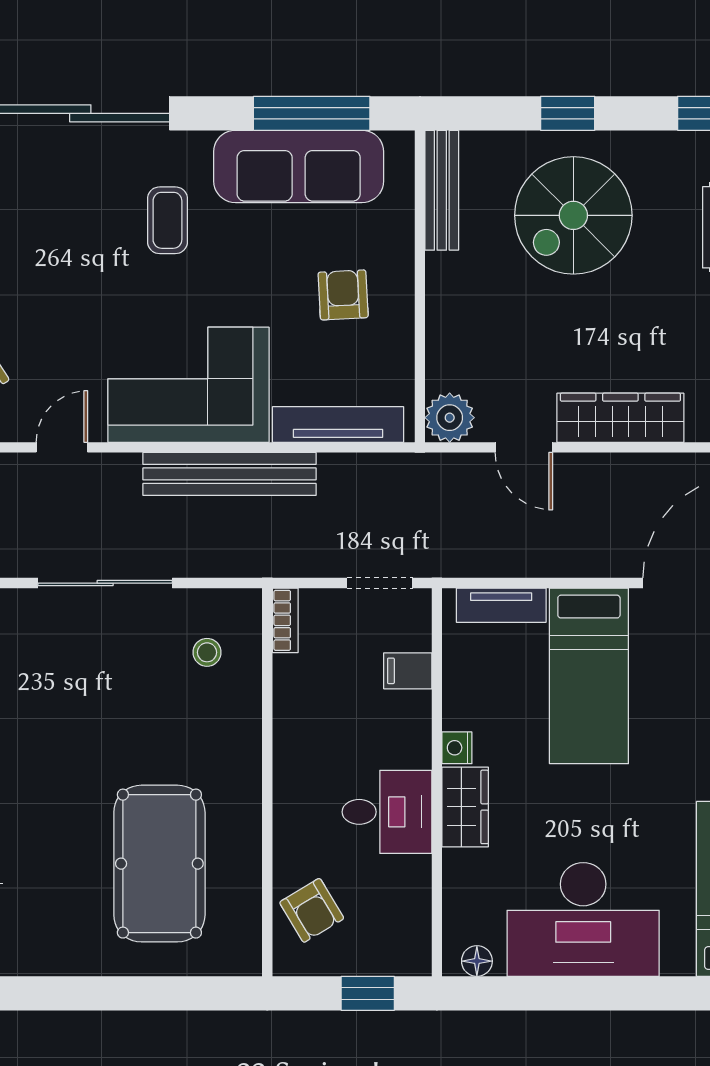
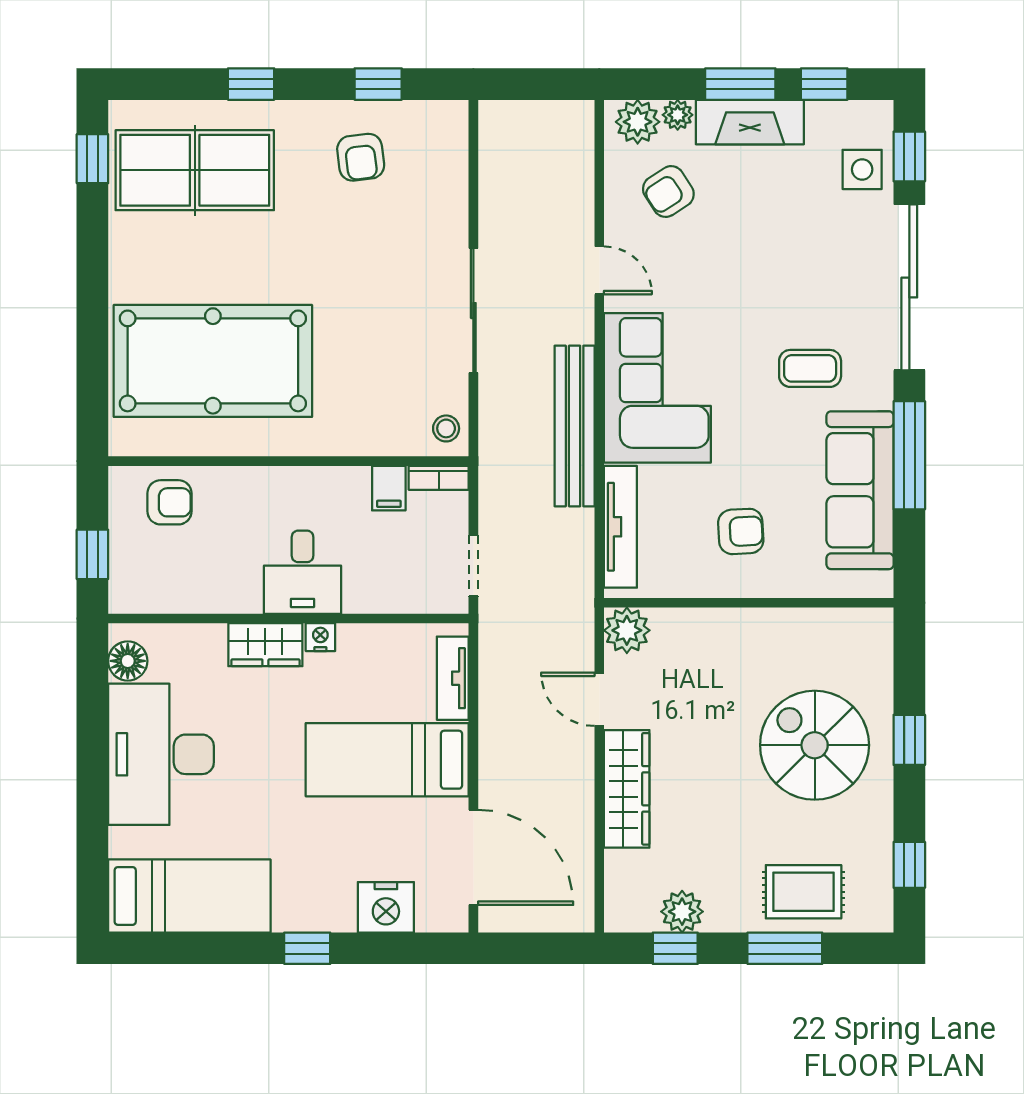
window: (312, 113) -> (909, 455), moved
bench: (442, 190) -> (838, 623), removed
door: (524, 447) -> (599, 699), hinge flipped
stool: (207, 652) -> (446, 428), moved
filing cabinet: (408, 671) -> (389, 488), moved, turned 180
desk: (387, 812) -> (303, 572), moved
pool table: (159, 864) -> (213, 361), width x1.36, depth x1.32
armchair: (312, 910) -> (169, 502), turned -149
floor lamp: (477, 961) -> (128, 661), width x1.37, depth x1.37

